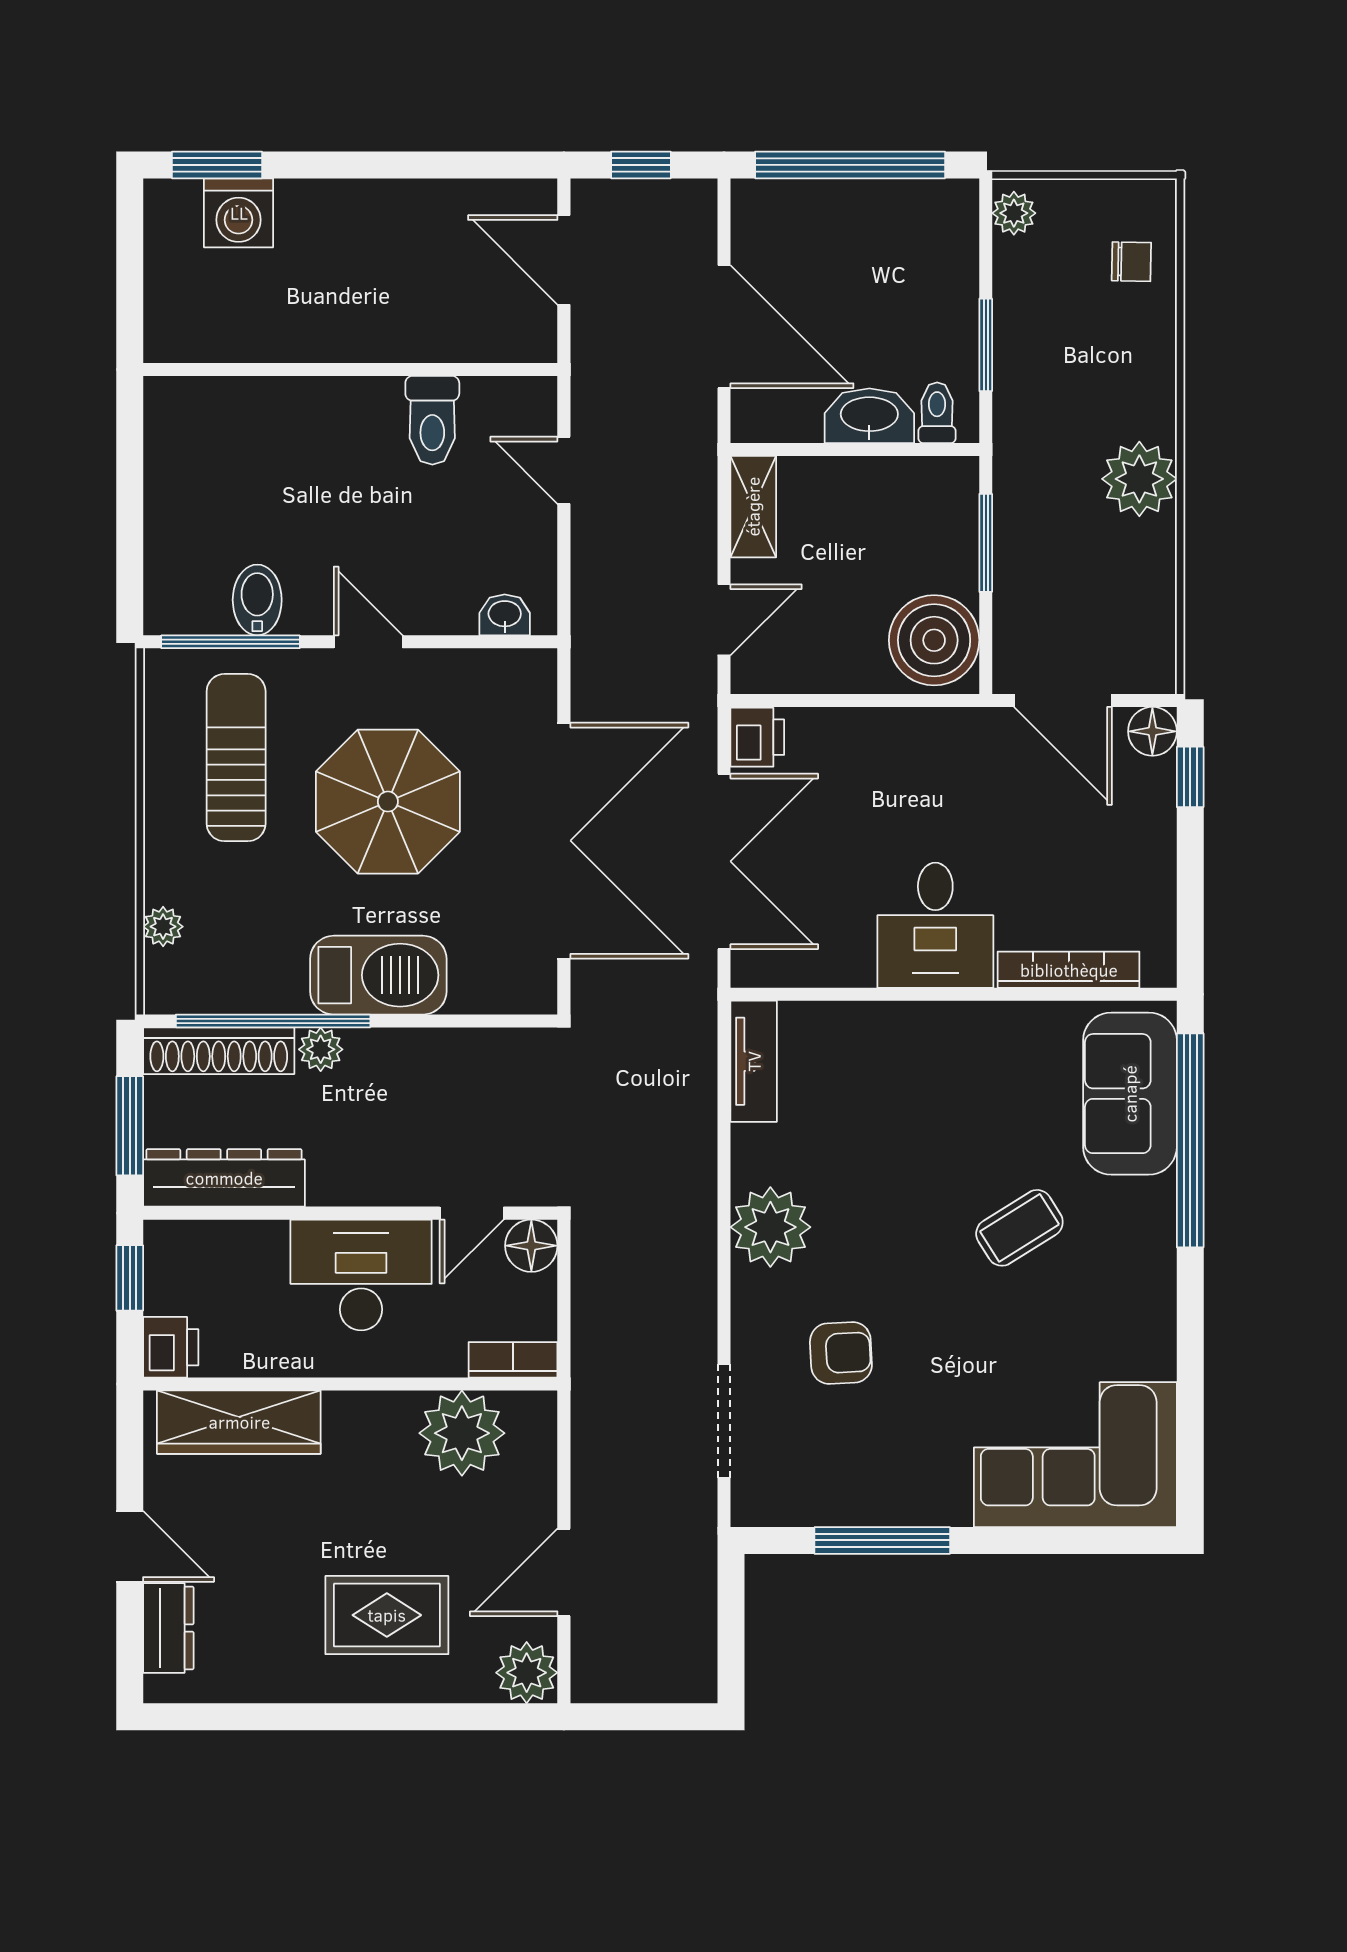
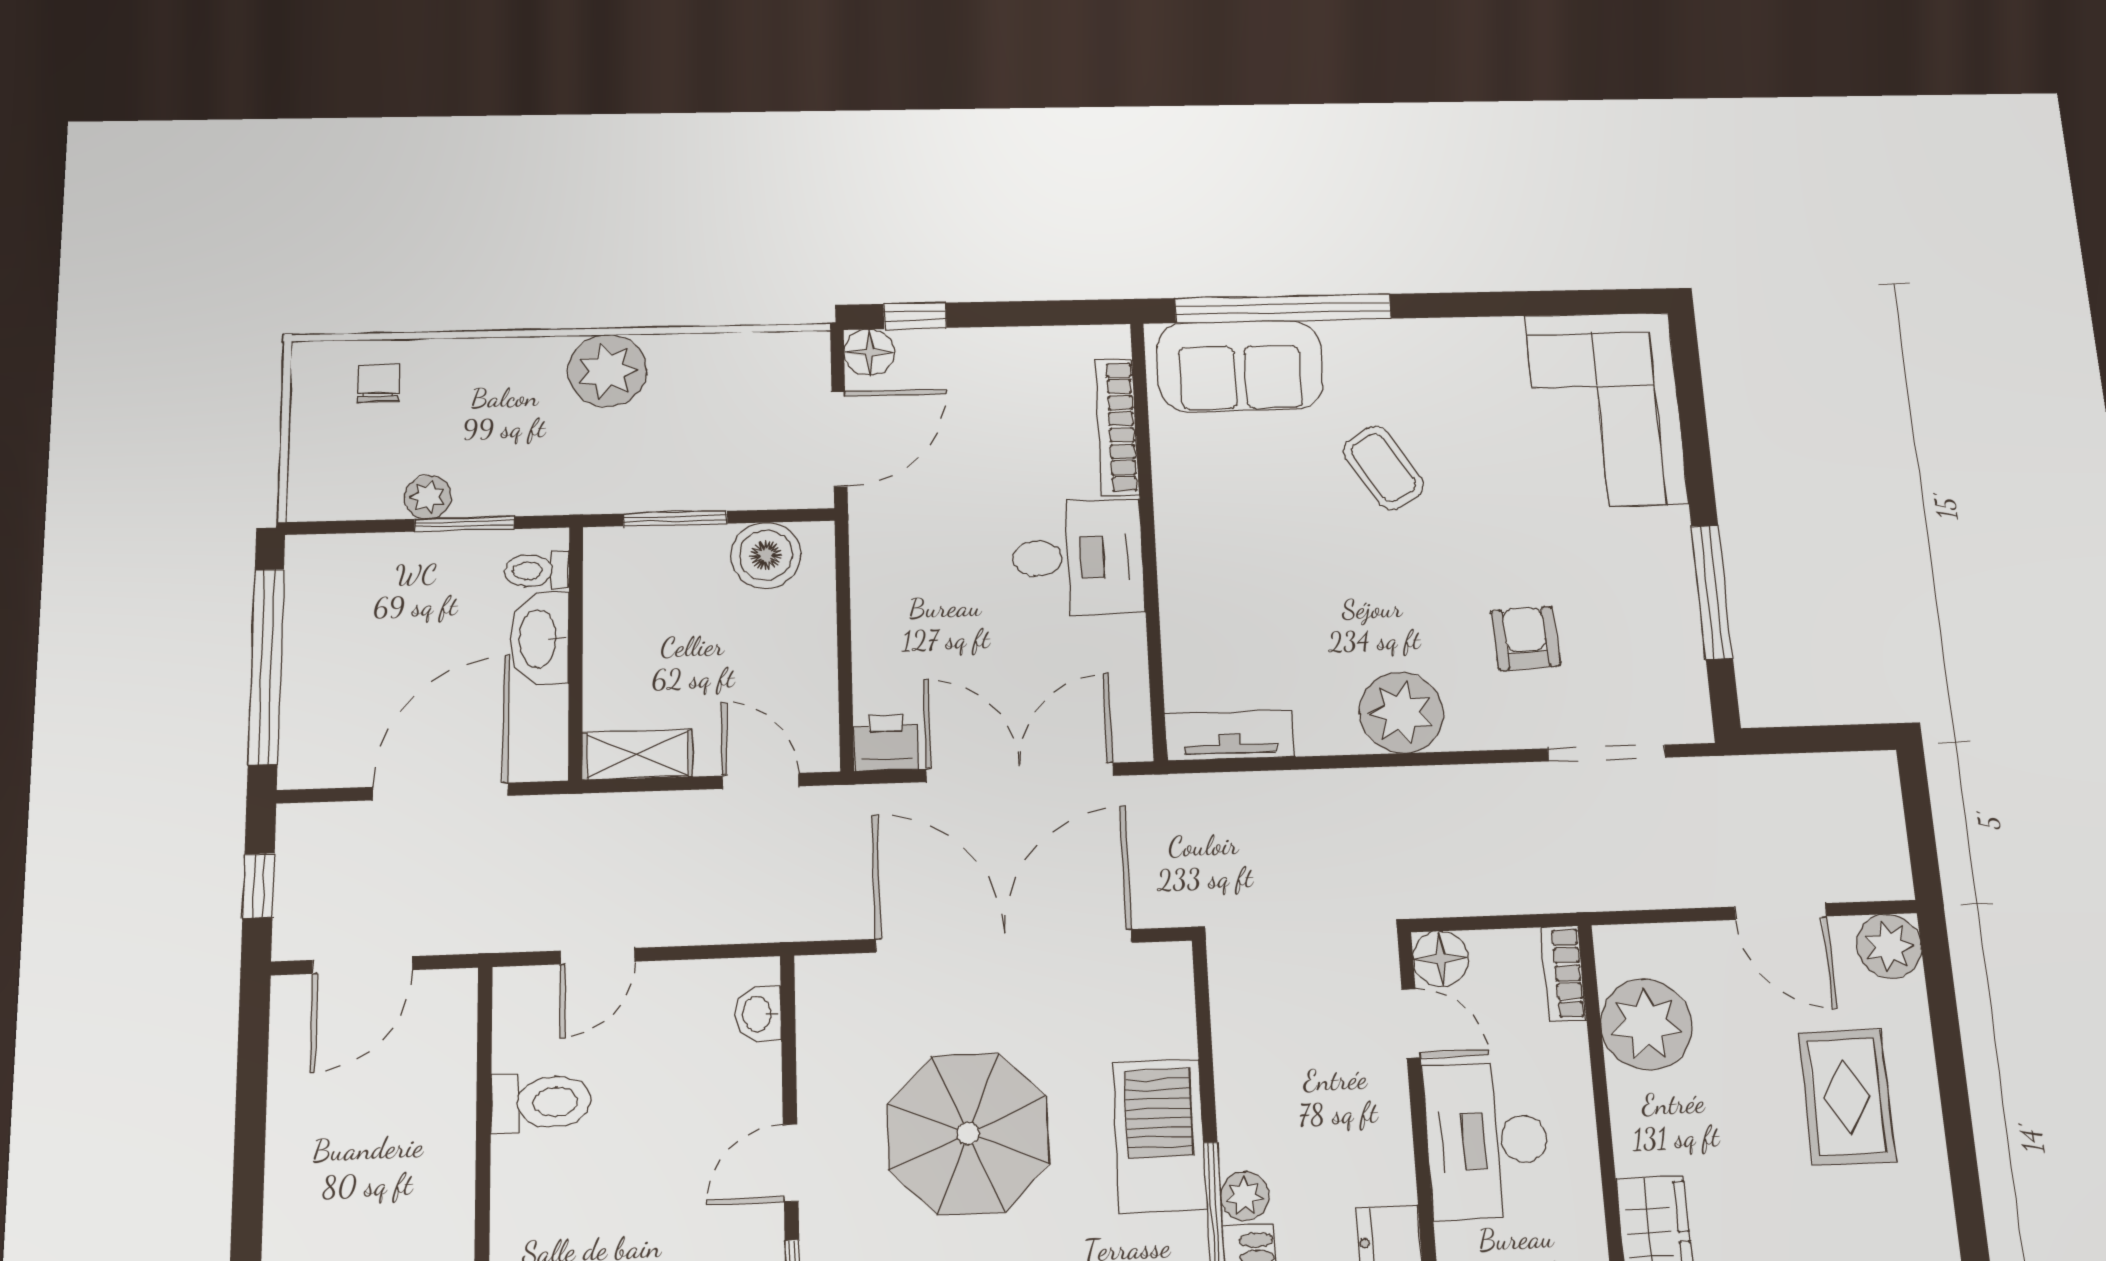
plant: (1014, 213) -> (428, 497), moved
boiler: (934, 640) -> (766, 555), width x0.73, depth x0.73

